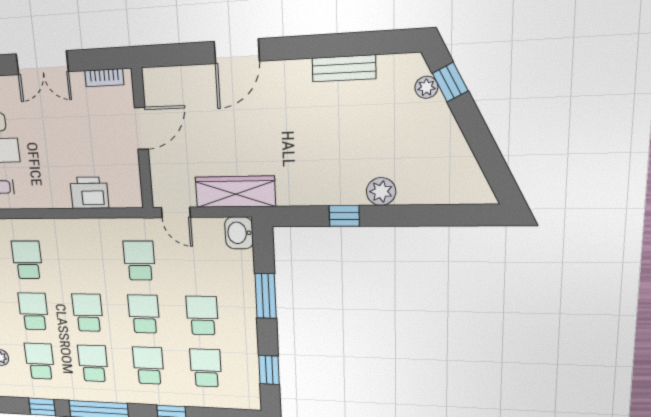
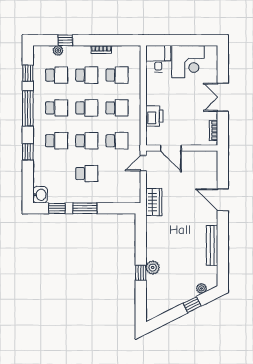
bench: (344, 68) -> (212, 245), width x1.36
window: (450, 82) -> (192, 305), moved
door: (141, 128) -> (171, 148), moved
wardrobe: (235, 192) -> (154, 202), width x0.67
window: (344, 216) -> (141, 273), moved
washbasin: (239, 233) -> (40, 195), moved, turned 90
window: (266, 296) -> (85, 208), moved
school desk: (206, 368) -> (117, 108), moved

